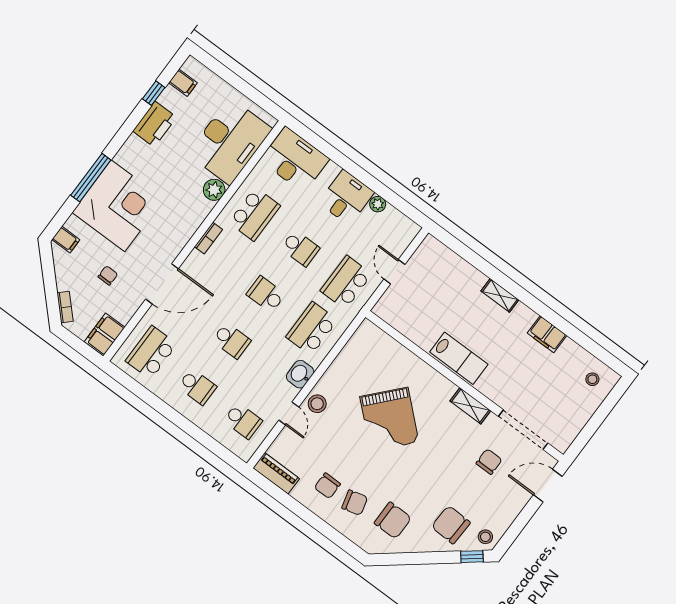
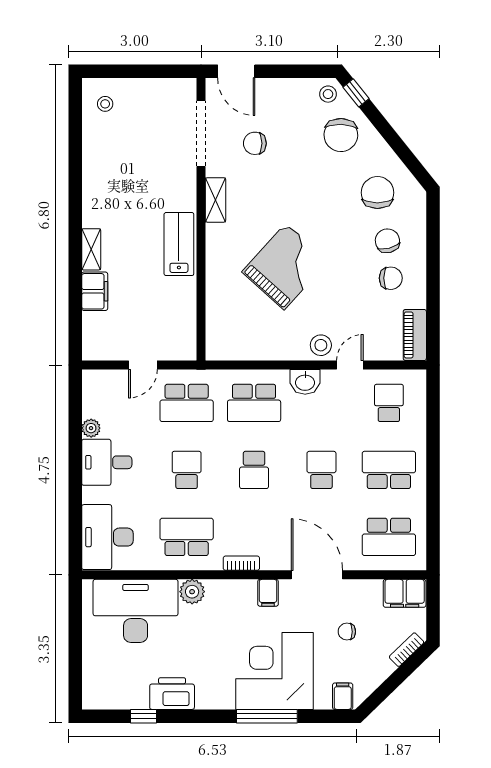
filing cabinet: (183, 83) -> (268, 593), moved, turned 180
filing cabinet: (547, 334) -> (95, 291), moved
school desk: (197, 387) -> (389, 470), width x1.85

